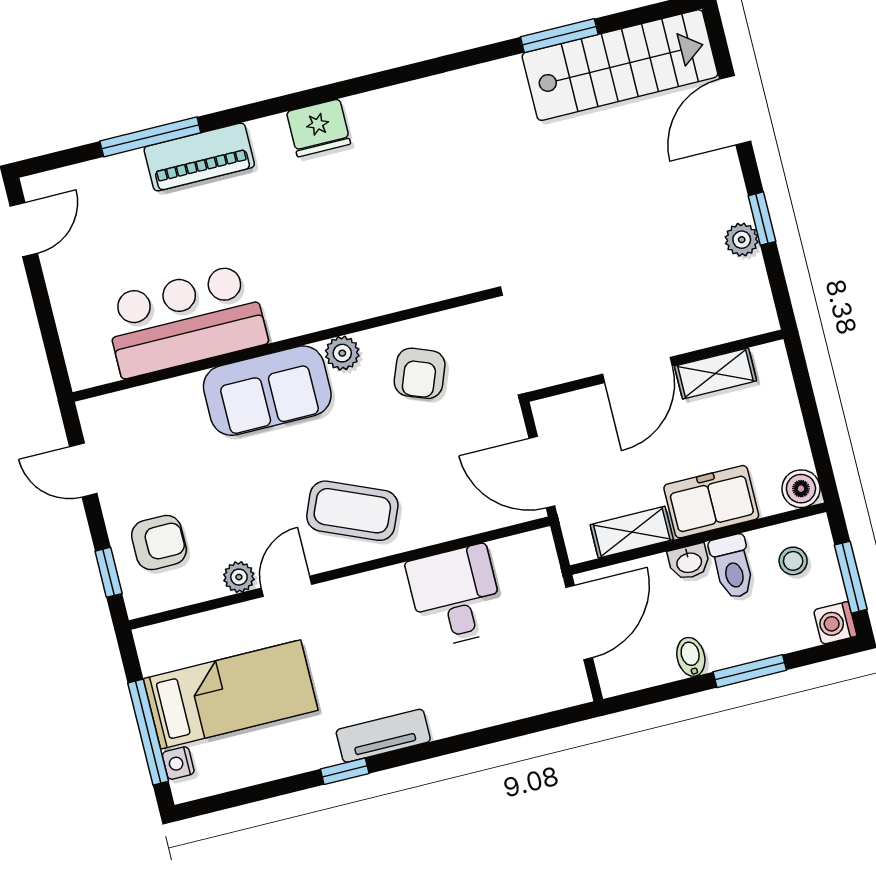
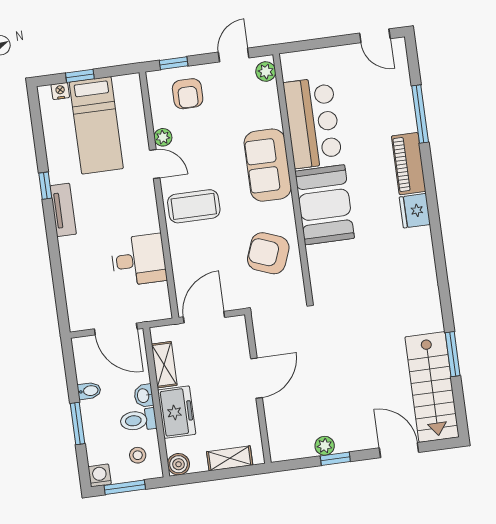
piano: (199, 157) -> (409, 164), moved
booth: (325, 285) -> (325, 205), added
plant: (342, 353) -> (266, 71), moved
door: (637, 370) -> (256, 378), swing flipped
armchair: (420, 373) -> (268, 253), width x1.38, depth x1.38
shelving: (715, 373) -> (230, 458), moved, turned 90
coffee table: (352, 511) -> (194, 206), turned 67
window: (148, 732) -> (80, 76), width x0.46

